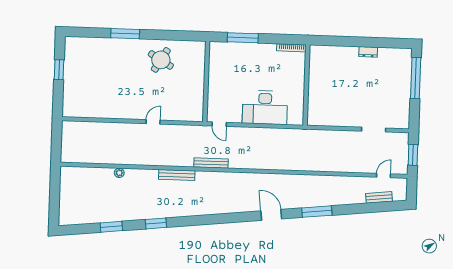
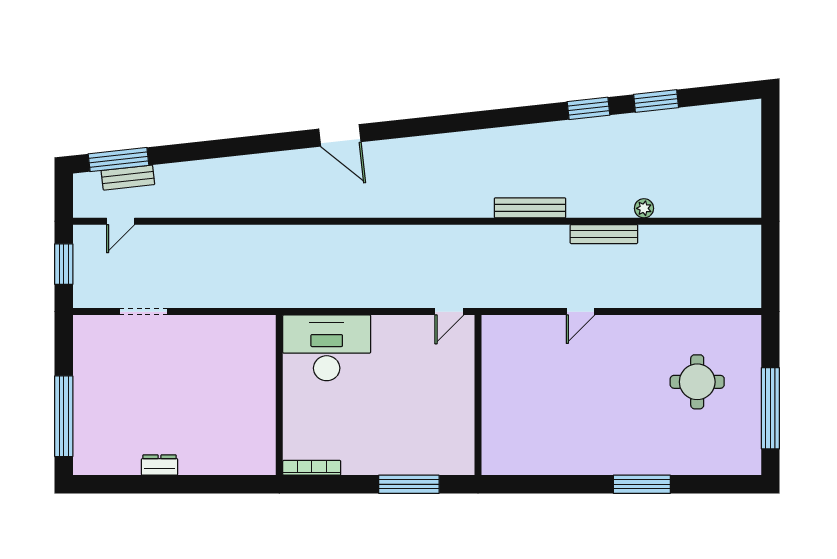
round table: (161, 60) -> (697, 382), moved, turned -31
window: (59, 70) -> (770, 408), width x2.11
desk: (265, 107) -> (327, 348), moved
door: (219, 124) -> (449, 312), swing flipped
bench: (211, 163) -> (604, 234), moved
window: (317, 212) -> (118, 160), moved
window: (156, 223) -> (589, 108), moved

